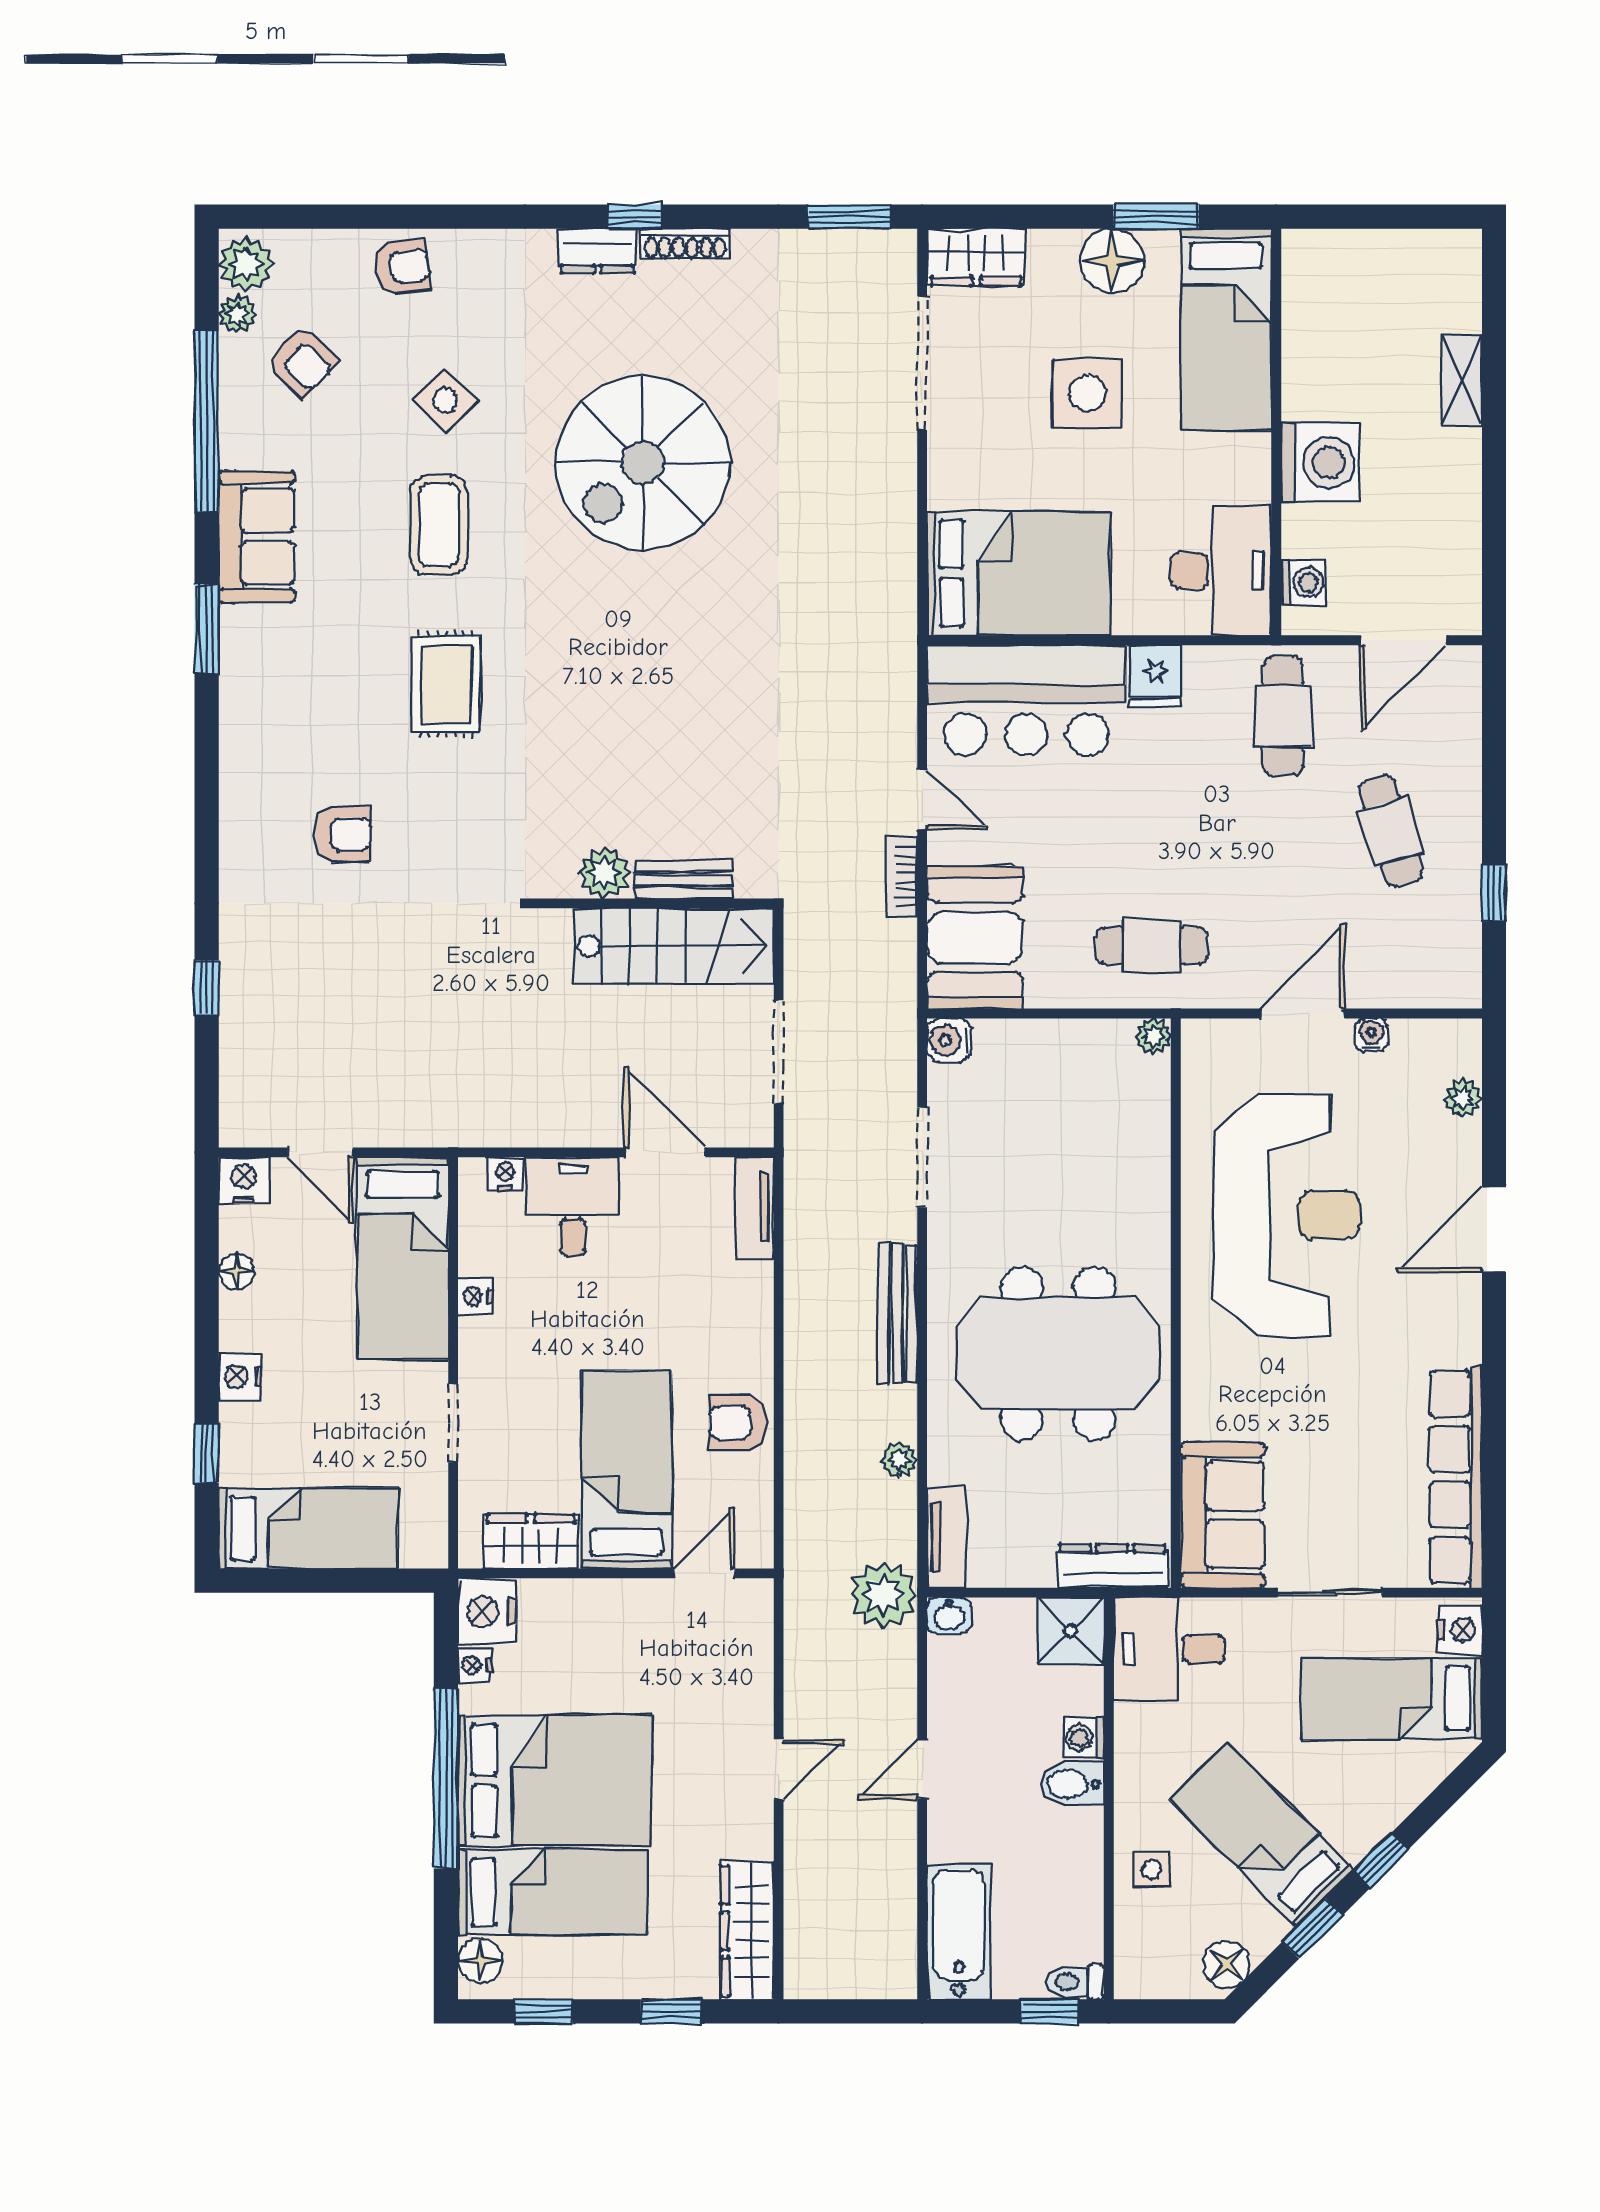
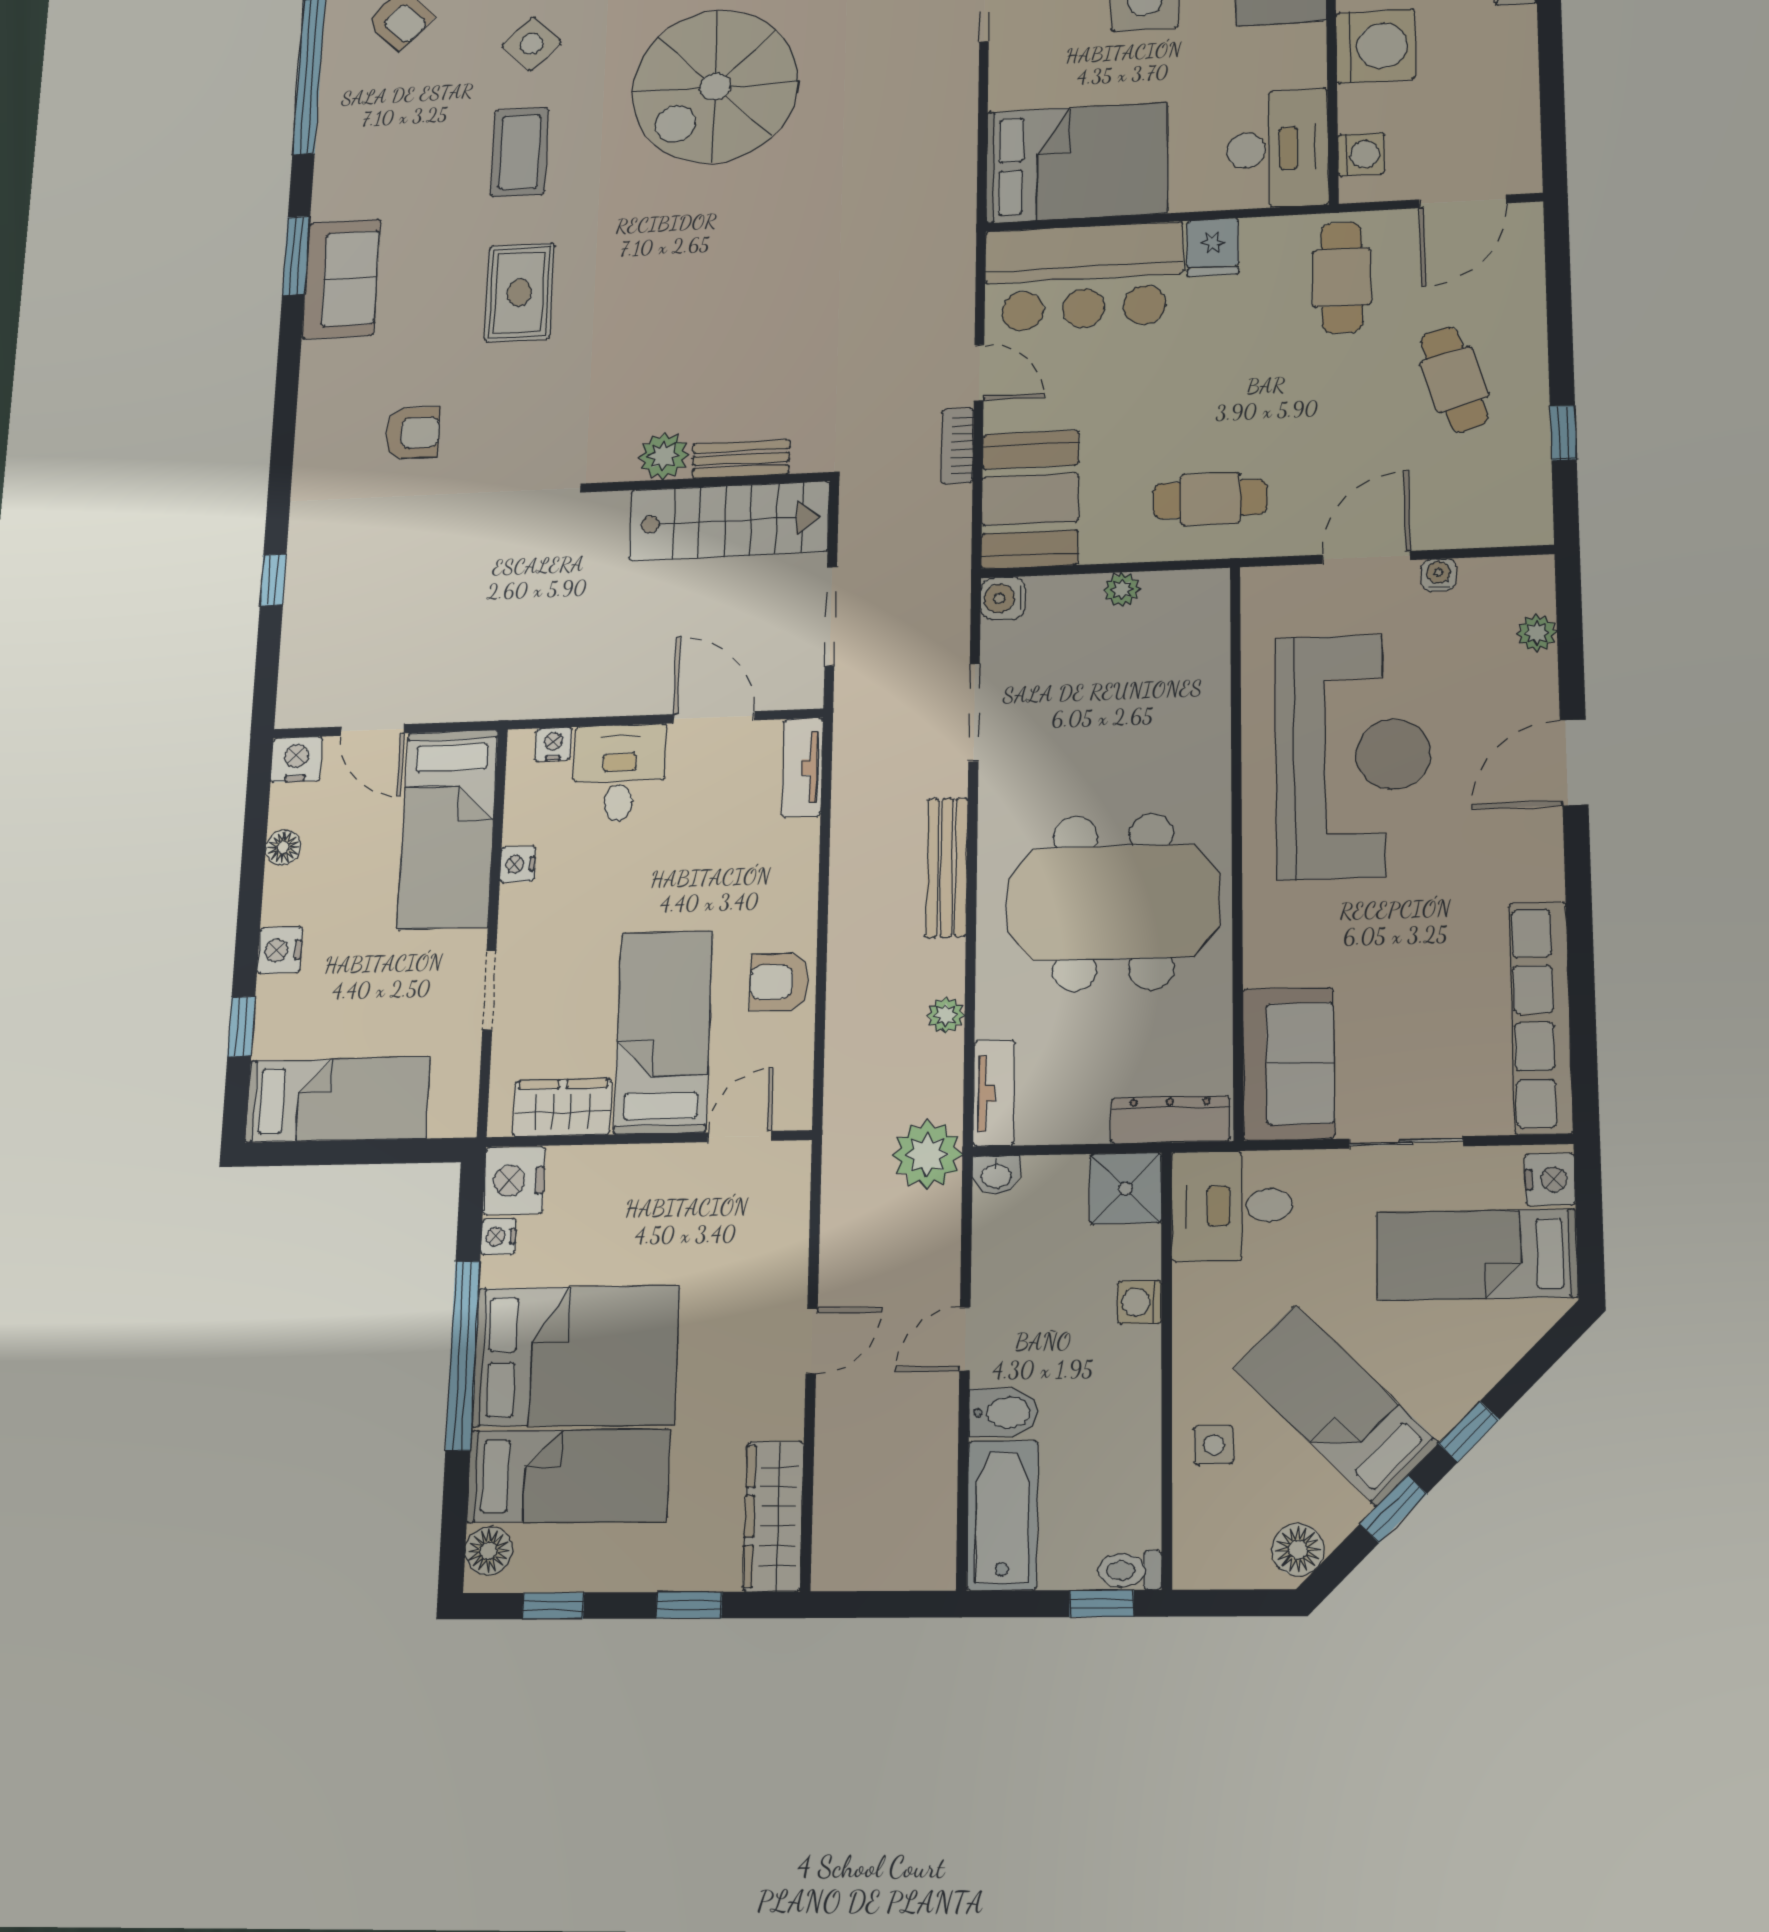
sofa: (257, 537) -> (341, 279), moved
plant: (1153, 1036) -> (1122, 589), moved
bidet: (1072, 1784) -> (1004, 1412), moved, turned 180

